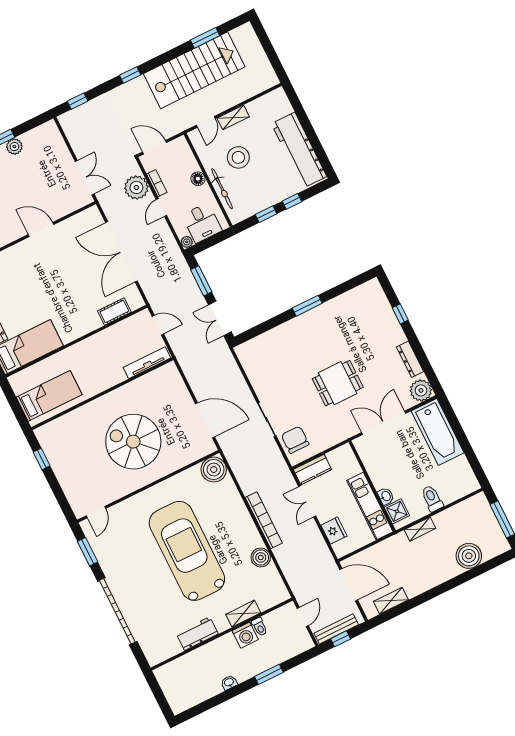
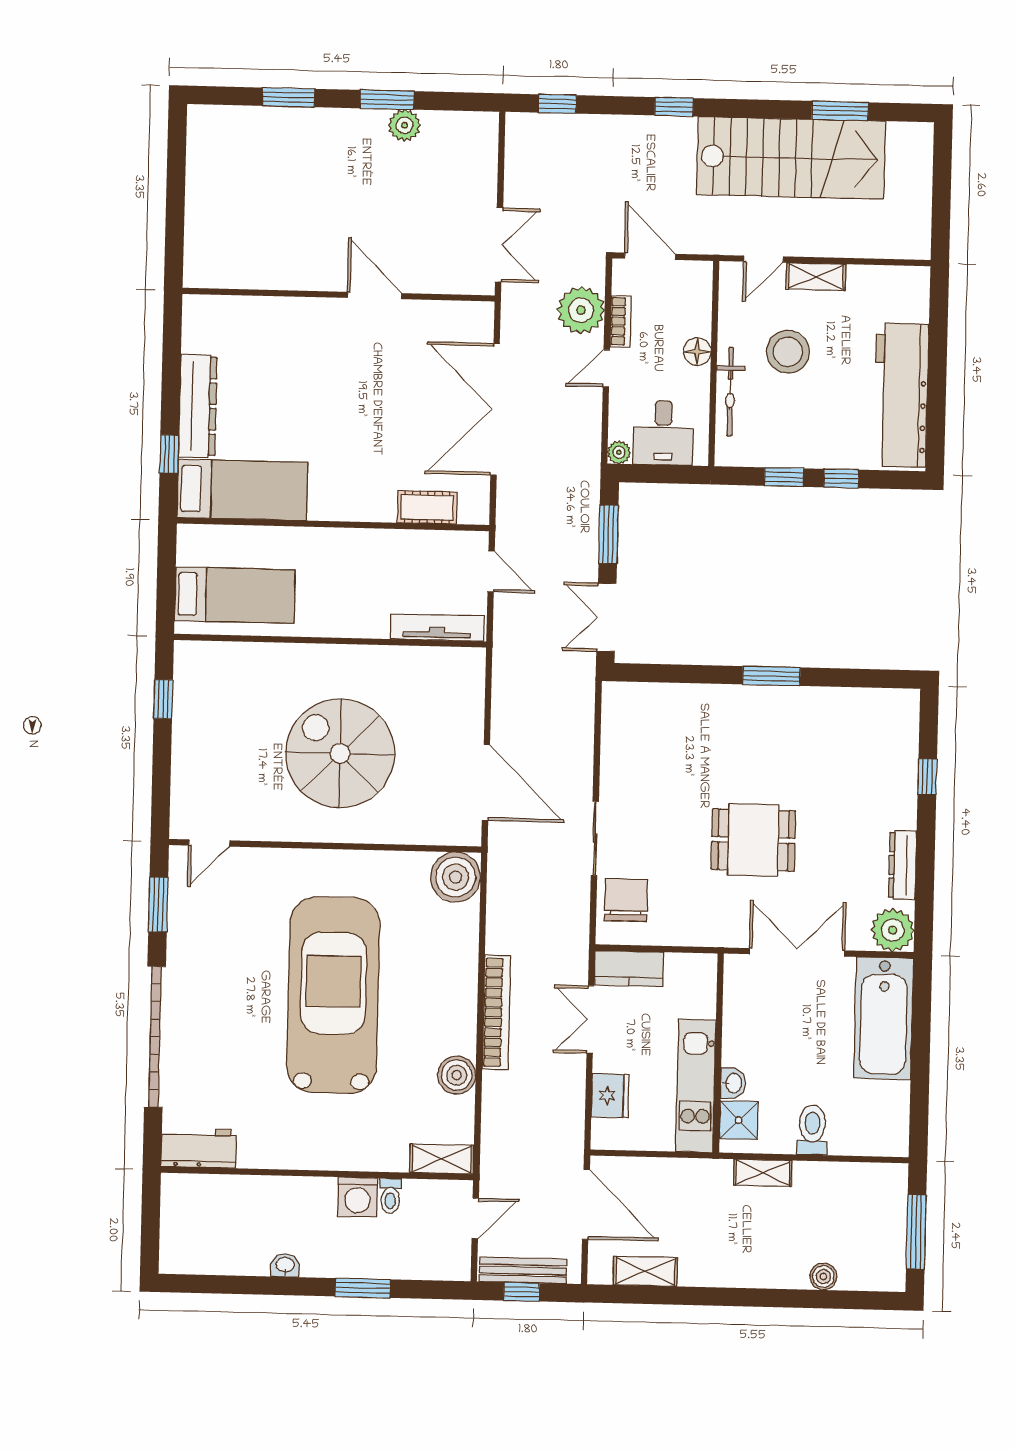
boiler: (469, 556) -> (823, 1276), width x0.54, depth x0.54
shelving: (243, 614) -> (442, 1159), moved
workbench: (197, 634) -> (199, 1148), moved

